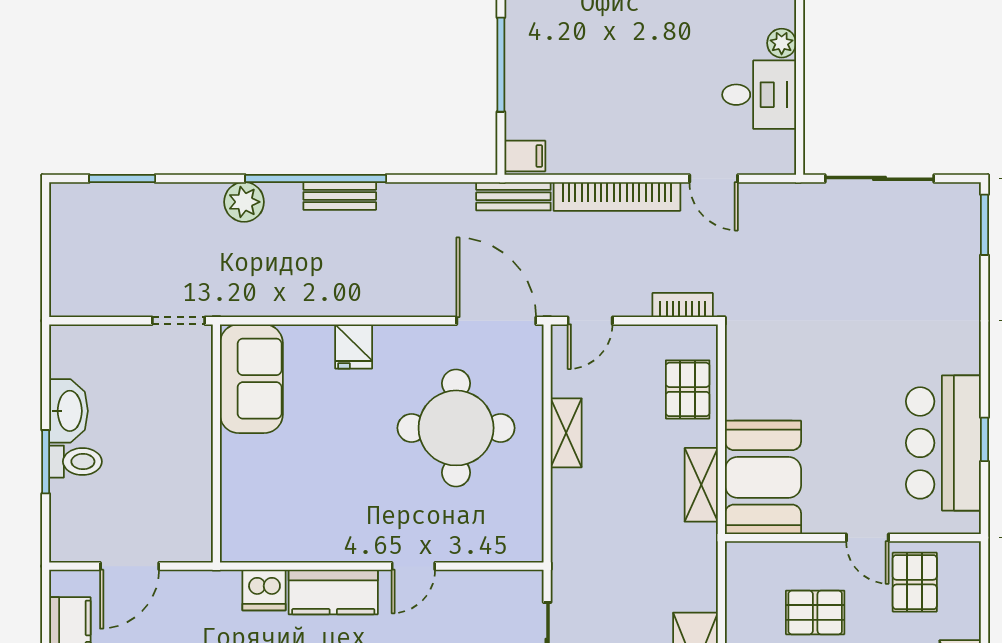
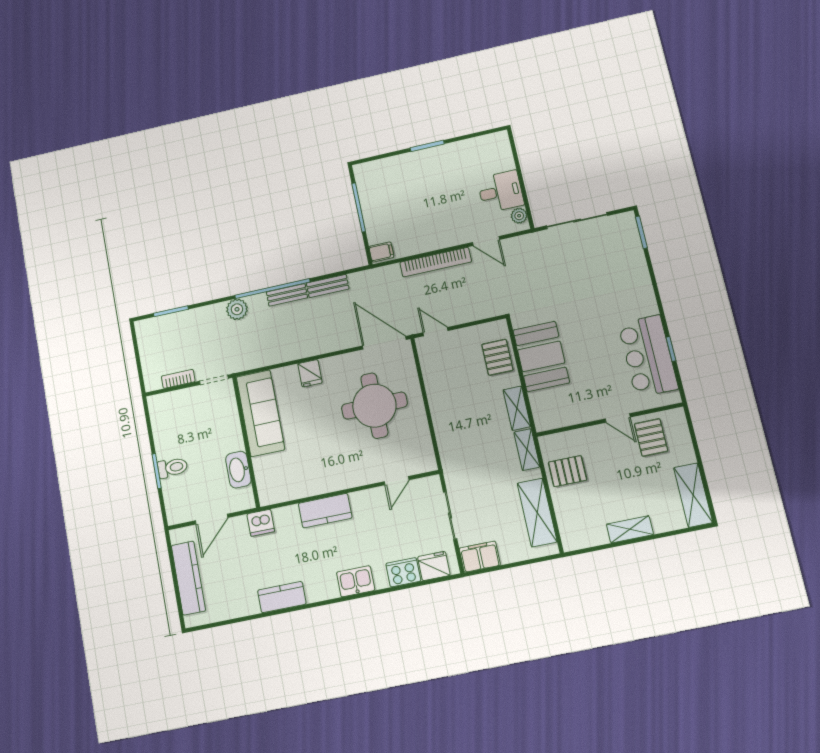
plant: (782, 43) -> (519, 216), moved
bench: (513, 196) -> (328, 286), moved
bookcase: (683, 305) -> (178, 379), moved
door: (590, 321) -> (435, 332), swing flipped
sofa: (251, 379) -> (260, 413), width x1.36
washbasin: (69, 411) -> (238, 470), moved, turned 180
shelving: (566, 433) -> (527, 450), moved
booth: (763, 477) -> (541, 356), moved
door: (413, 566) -> (397, 481), moved
dishwasher: (264, 590) -> (261, 523), moved
pallet: (815, 612) -> (568, 471), moved

